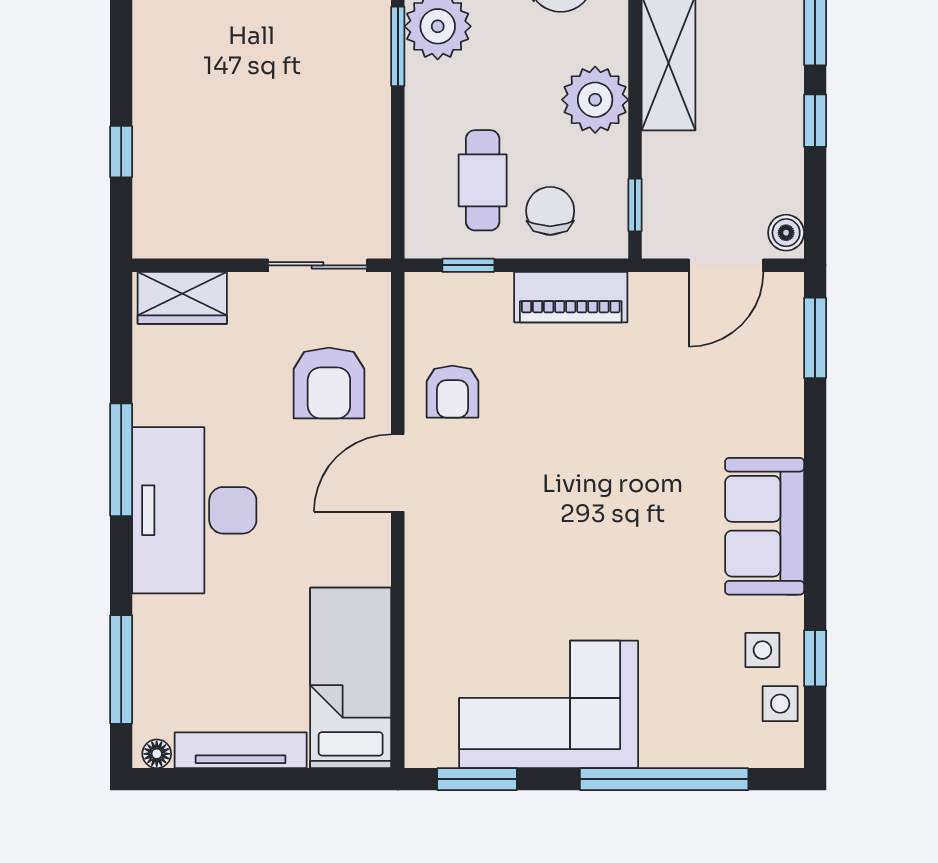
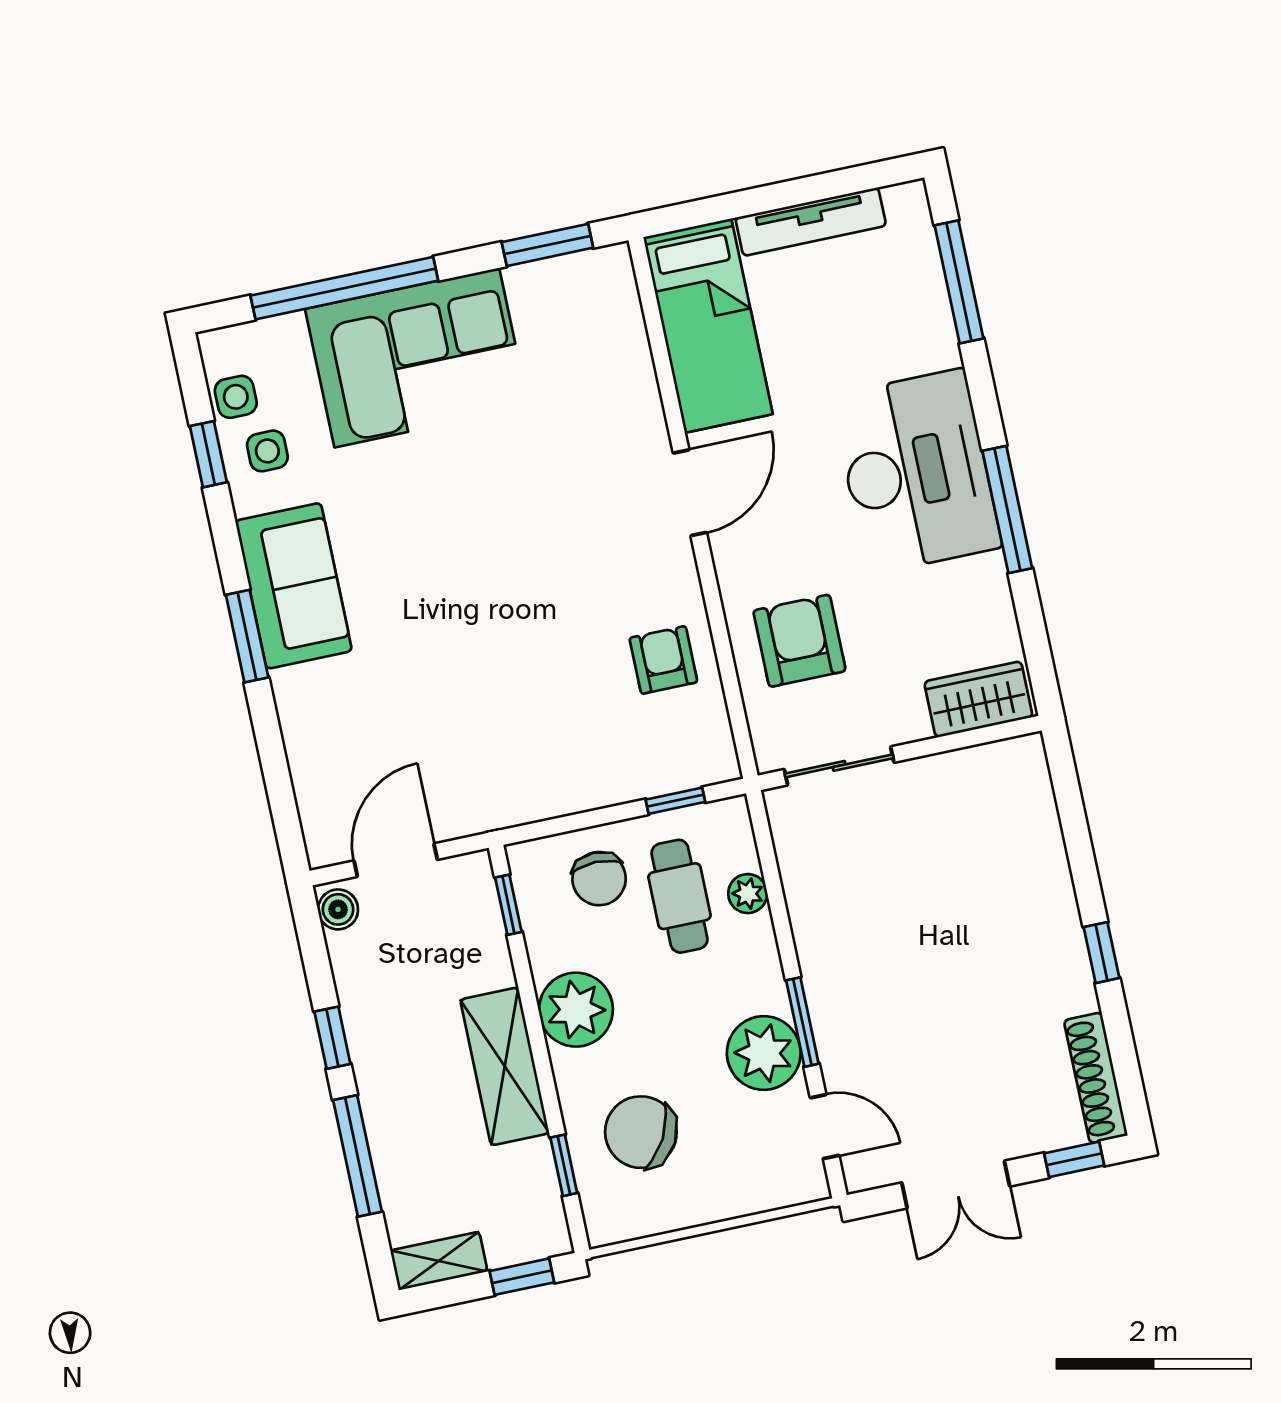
window: (121, 152) -> (1102, 953), moved
plant: (422, 170) -> (748, 894), added
piano: (571, 297) -> (557, 790), removed
window: (815, 338) -> (247, 636), moved
door: (398, 473) -> (690, 493), moved
corner sofa: (549, 704) -> (417, 358), moved
floor lamp: (157, 754) -> (901, 199), removed

